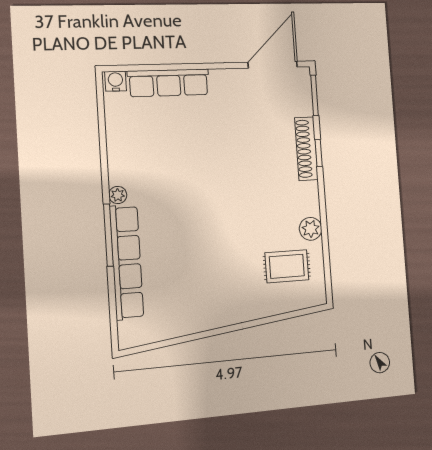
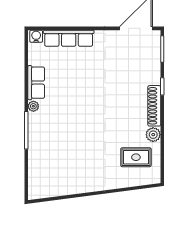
shoe rack: (306, 149) -> (154, 106), moved
row of seats: (127, 262) -> (36, 83), moved, width x0.50

